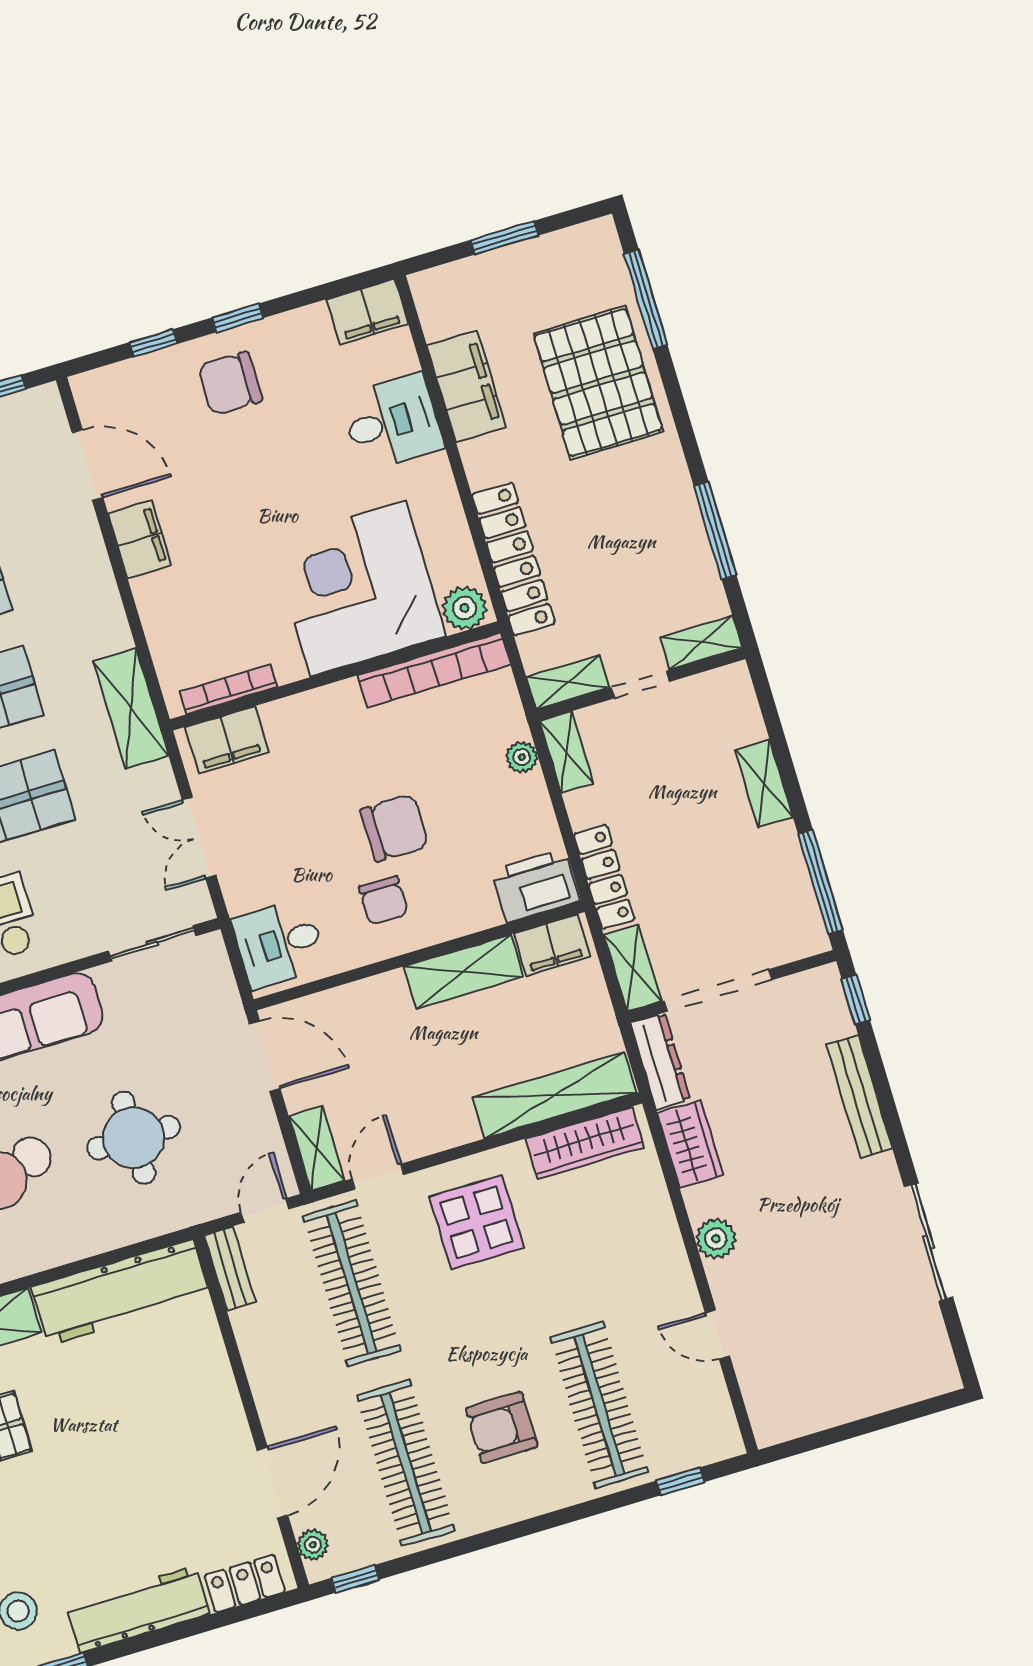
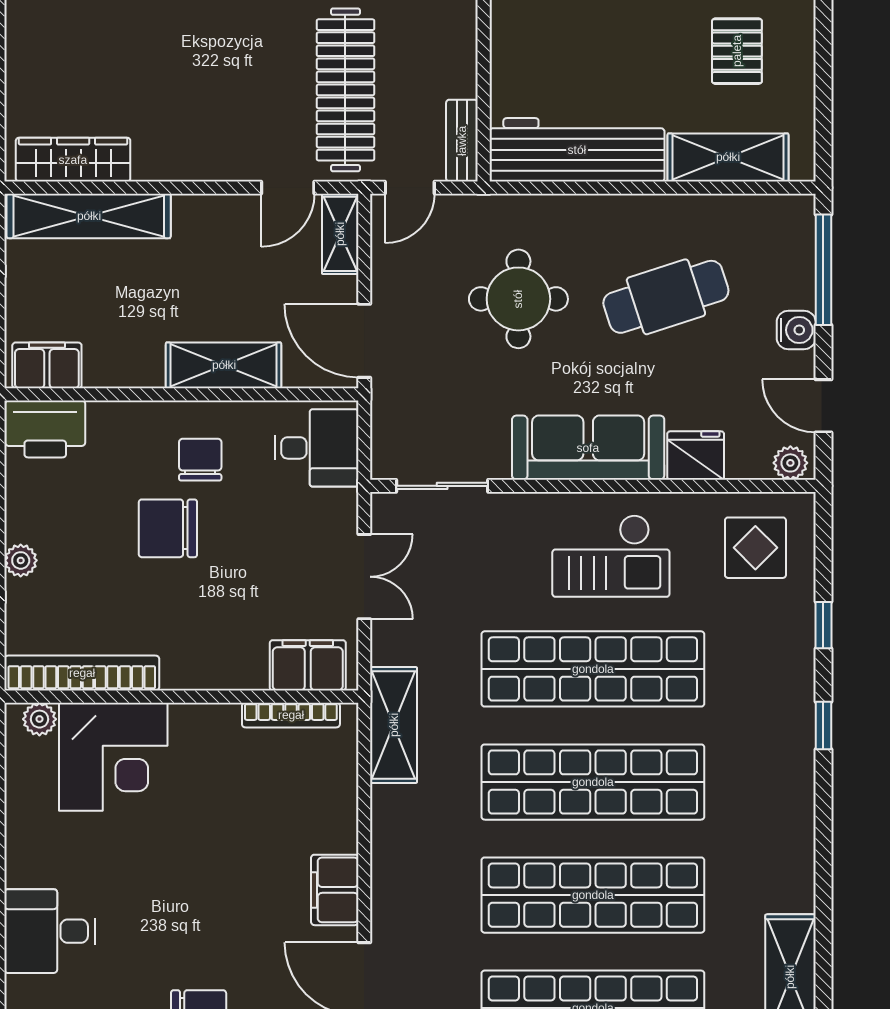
corner desk: (358, 589) -> (113, 757), width x0.74, depth x0.74
plant: (464, 608) -> (39, 719), width x0.73, depth x0.73
shelving: (463, 972) -> (224, 365), moved
display table: (477, 1222) -> (204, 113), removed

